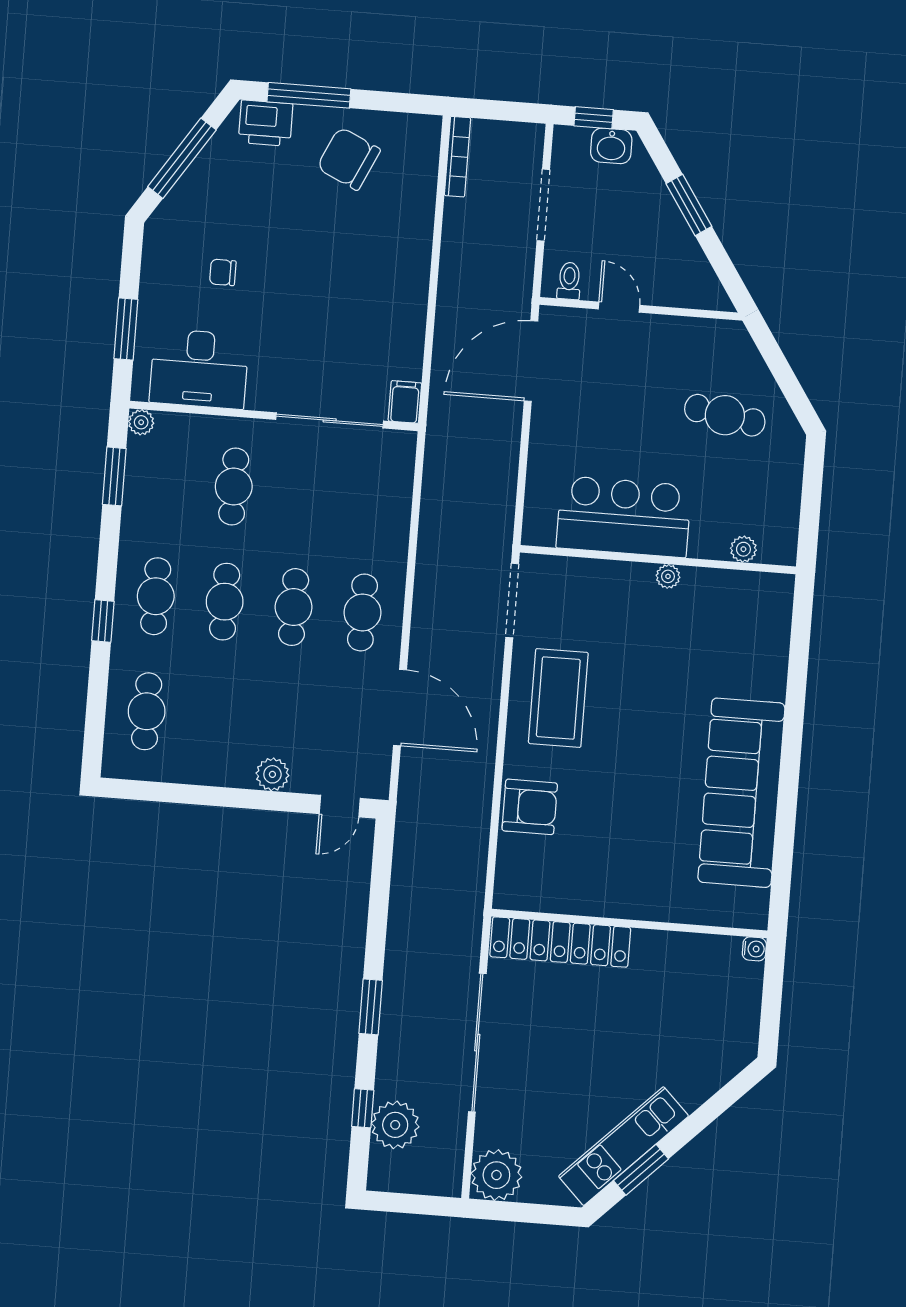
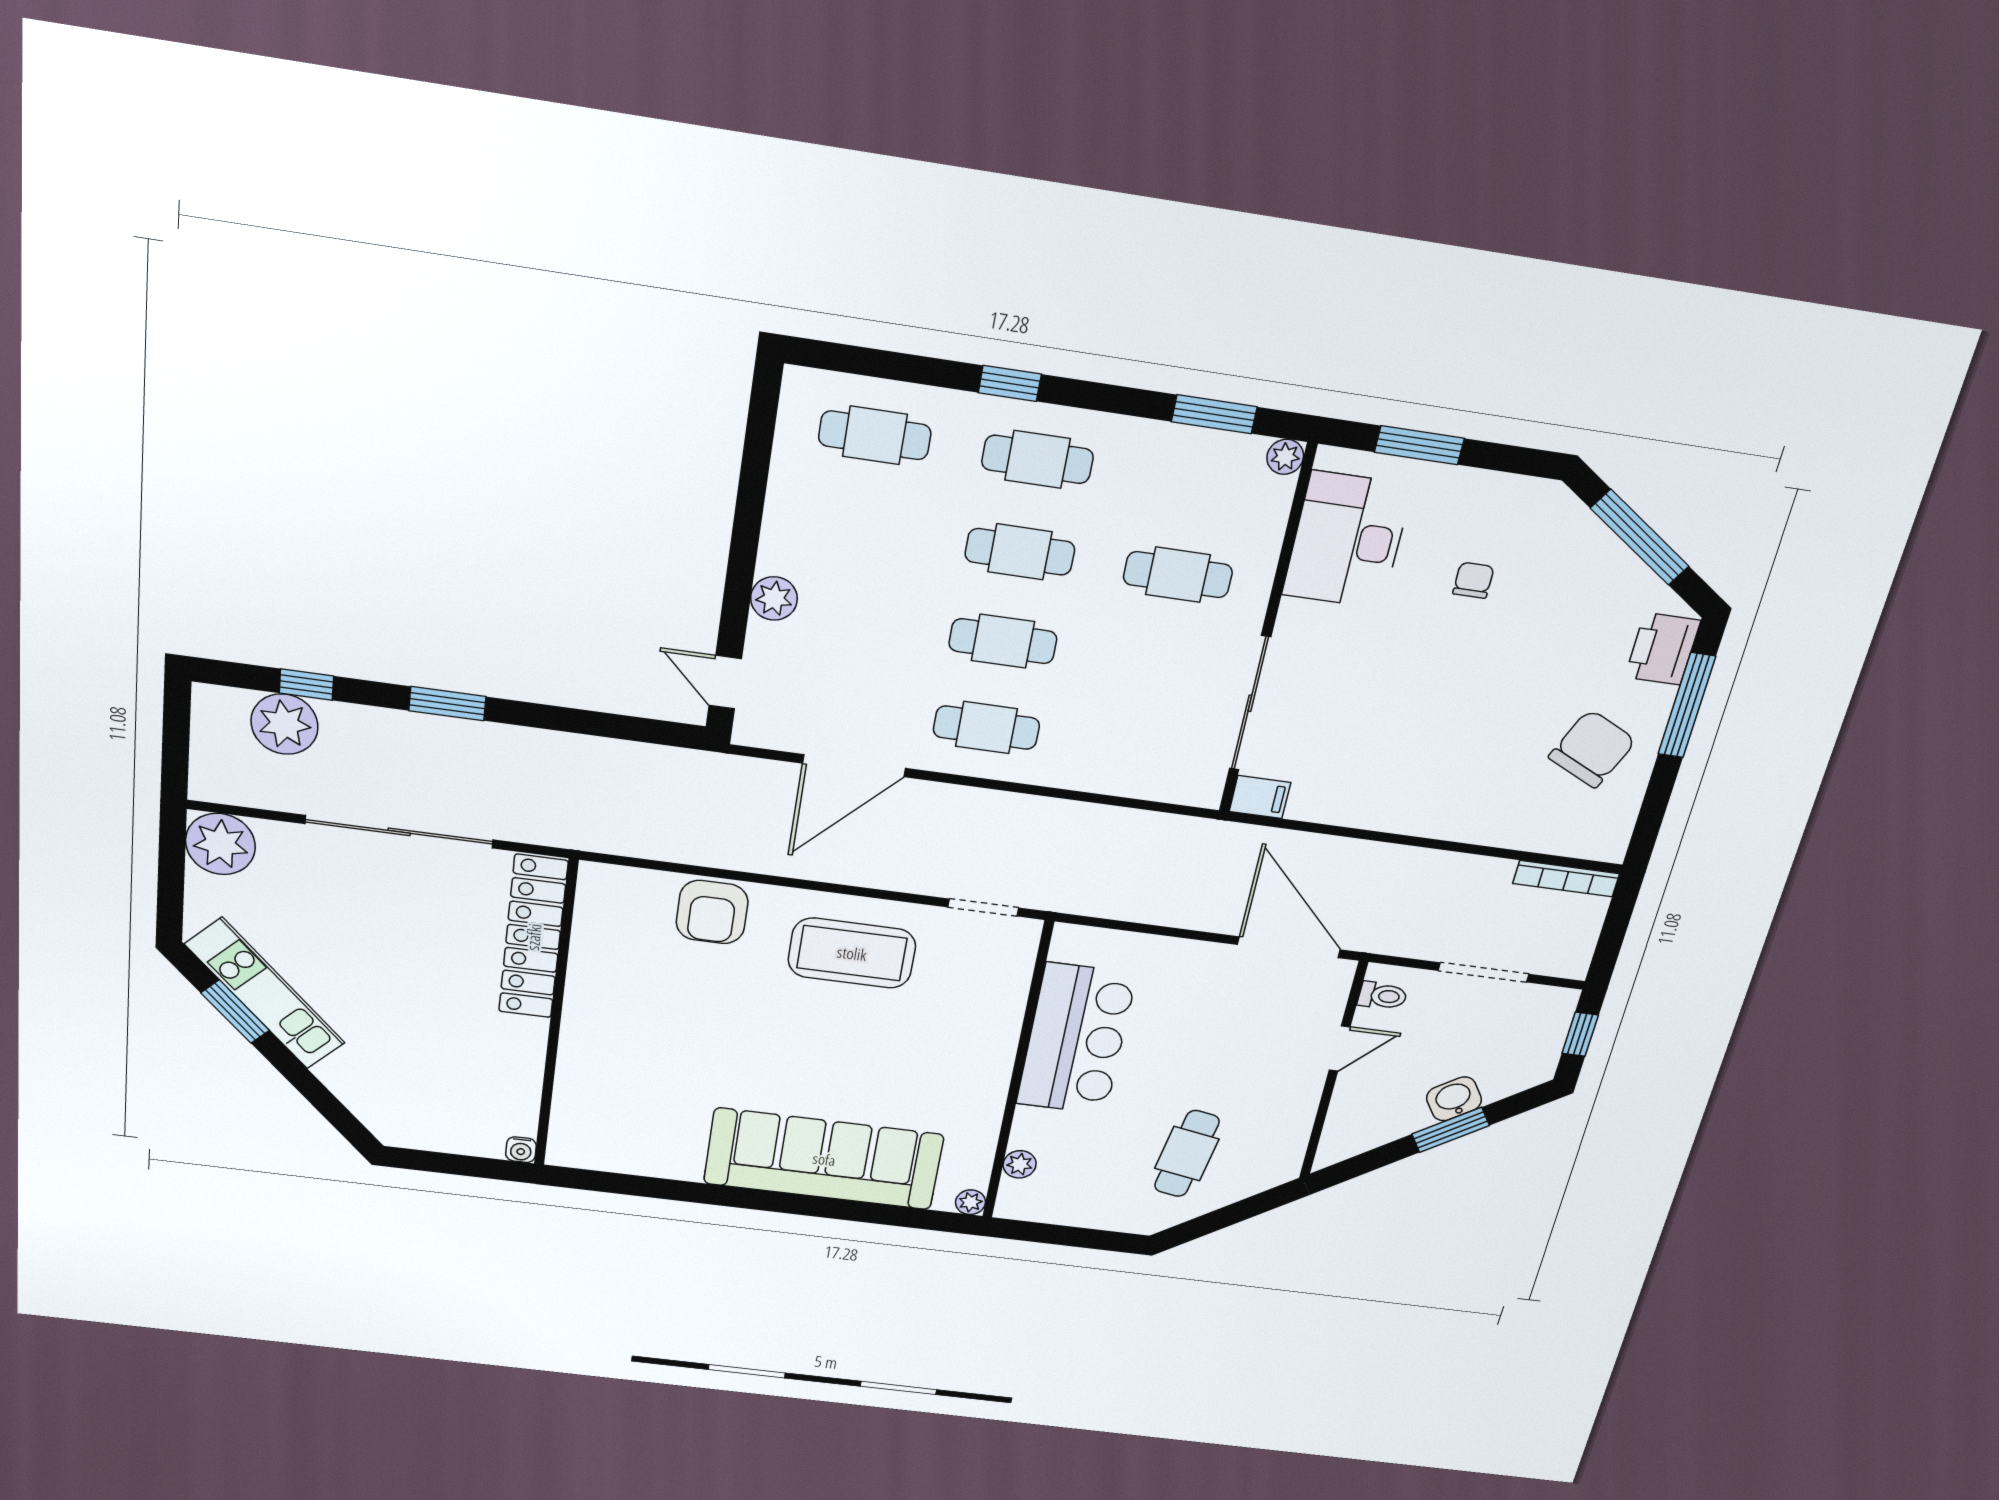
washbasin: (611, 146) -> (1454, 1099), moved, turned 56
plant: (668, 576) -> (970, 1202), moved
doorway: (512, 601) -> (983, 908), width x0.73
sofa: (741, 793) -> (824, 1159), moved

